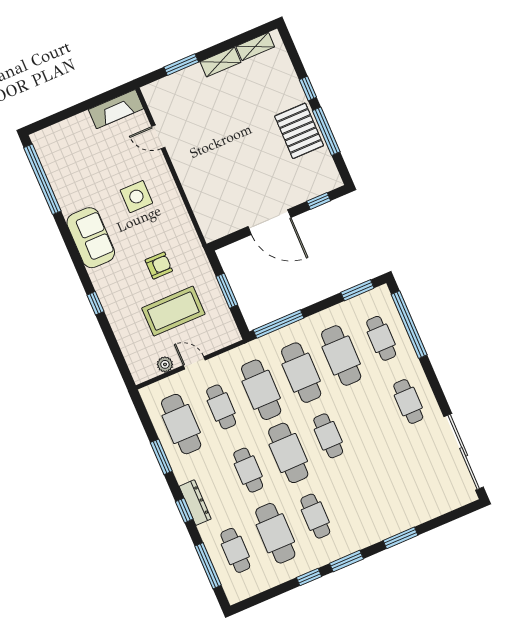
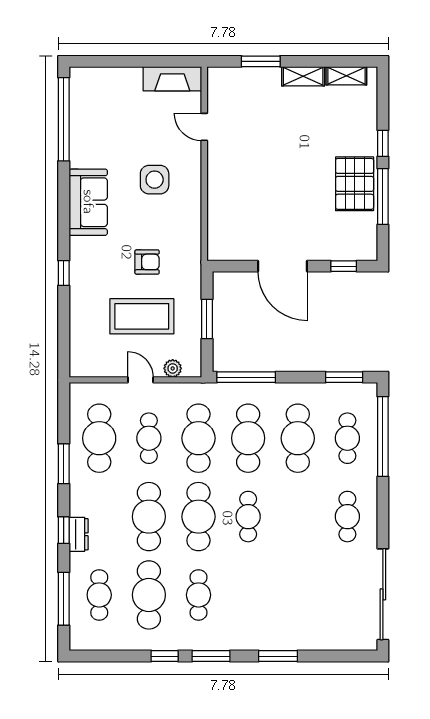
plant: (165, 364) -> (173, 368), moved
cafe table: (248, 470) -> (149, 517), width x1.37, depth x1.35
dresser: (195, 503) -> (79, 534), width x0.70

